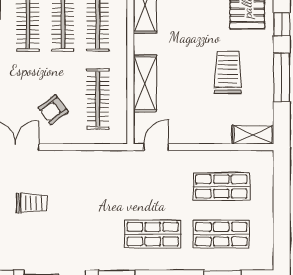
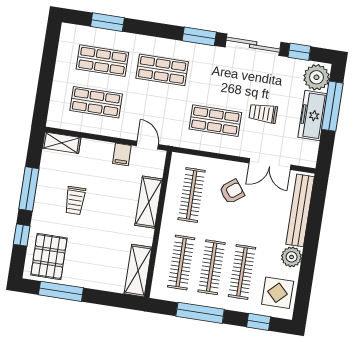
trolley: (228, 72) -> (75, 200), width x0.73, depth x0.72
filing cabinet: (183, 132) -> (122, 154), added
door: (156, 147) -> (147, 145), swing flipped
shop shelf: (84, 186) -> (215, 121), added

